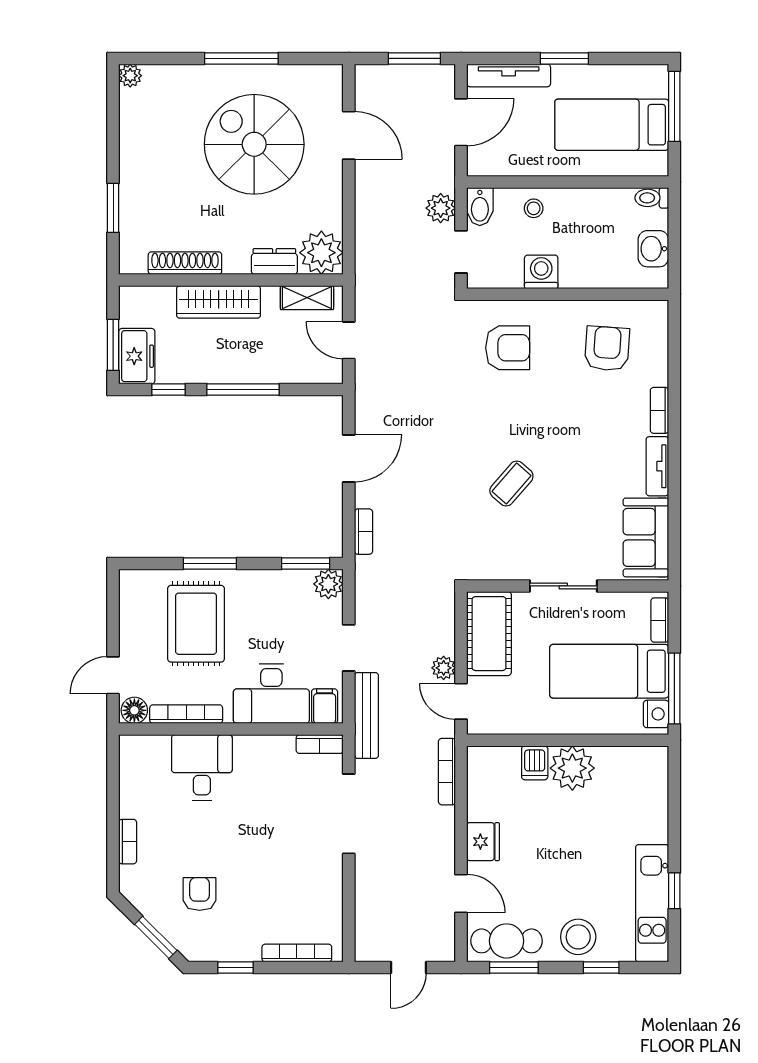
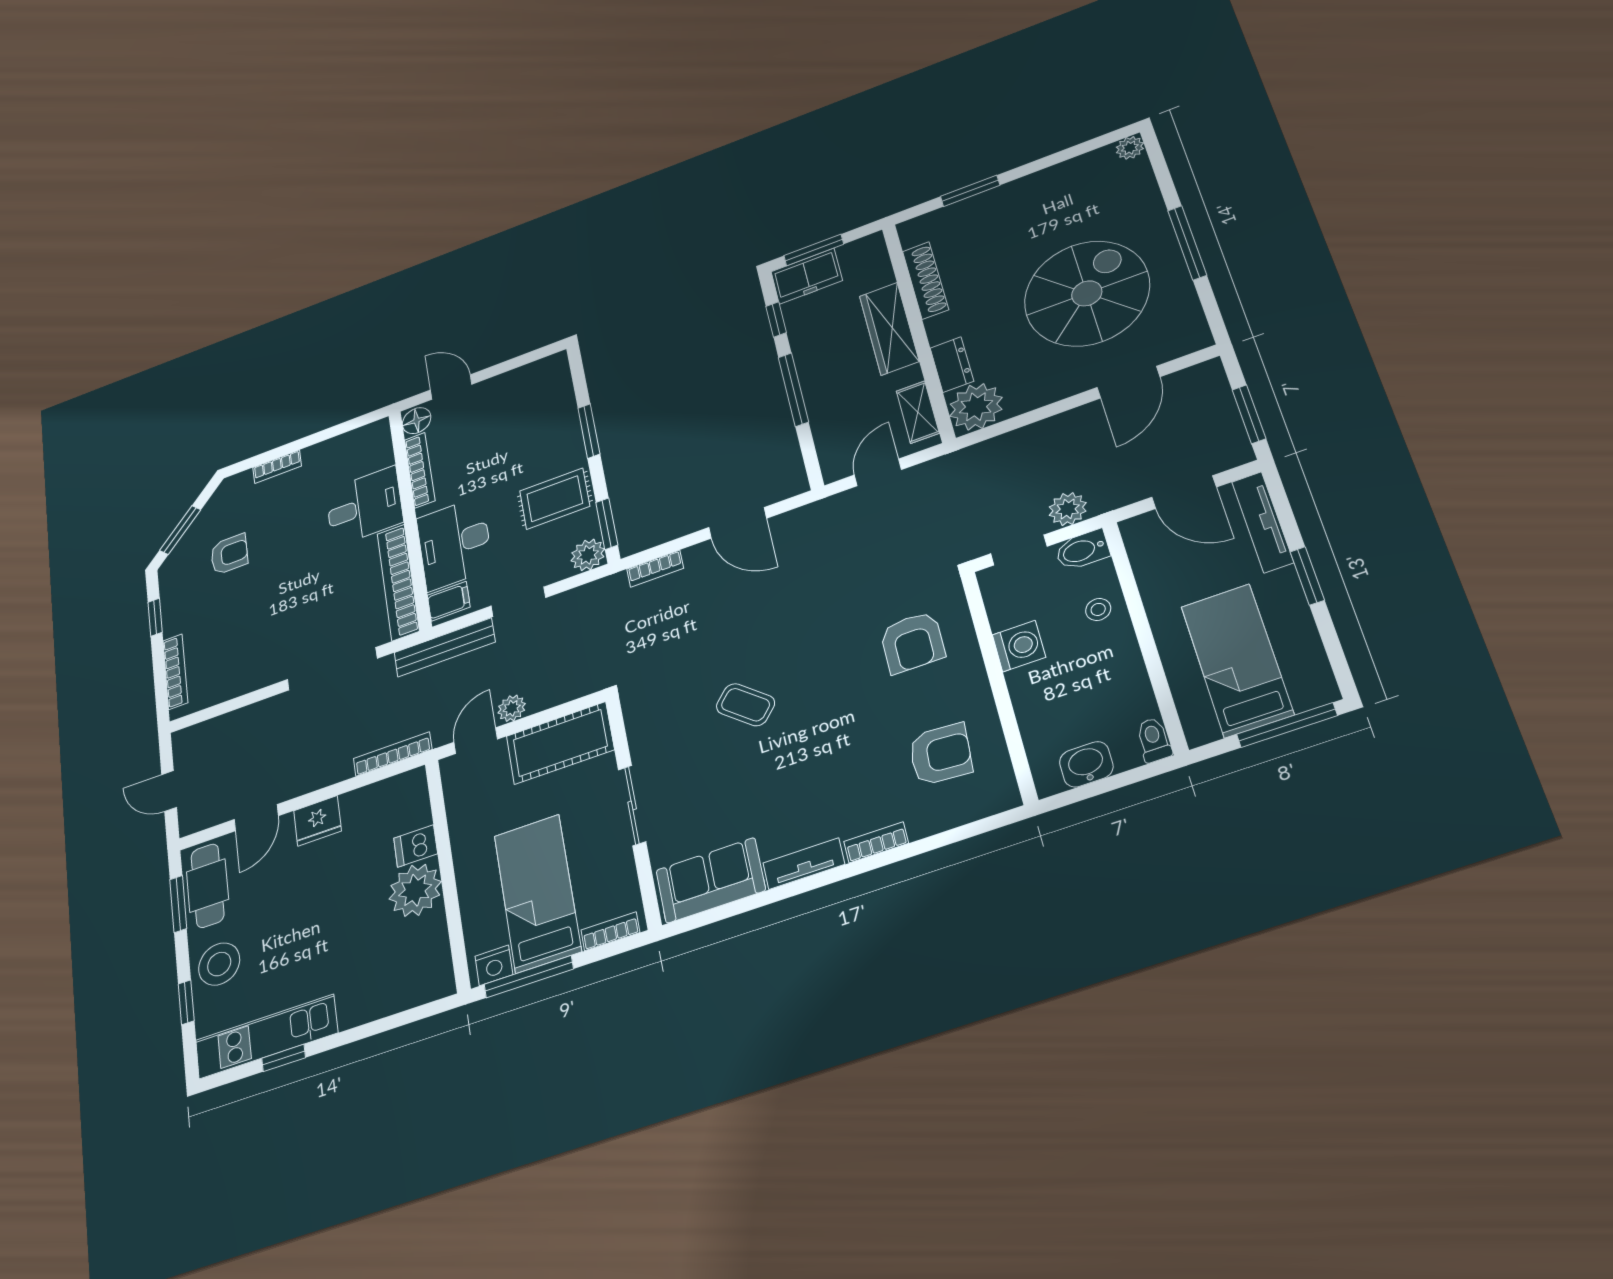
rug: (196, 624) -> (555, 499), moved, width x0.73, depth x0.70
bookcase: (320, 744) -> (398, 582), width x2.31, depth x1.31

